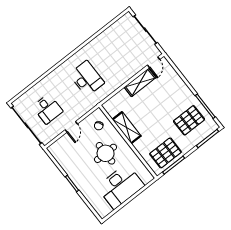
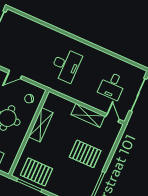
door: (154, 62) -> (113, 118), swing flipped
desk: (48, 109) -> (112, 86), moved
pallet: (189, 120) -> (85, 154), moved

